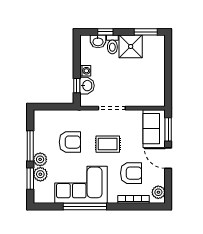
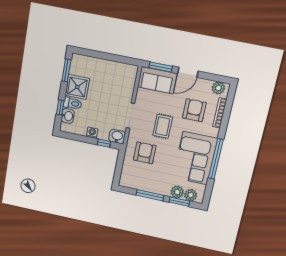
washbasin: (87, 86) -> (117, 136), moved
armchair: (70, 142) -> (145, 153), moved
plant: (40, 159) -> (191, 195), moved

